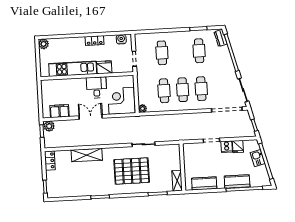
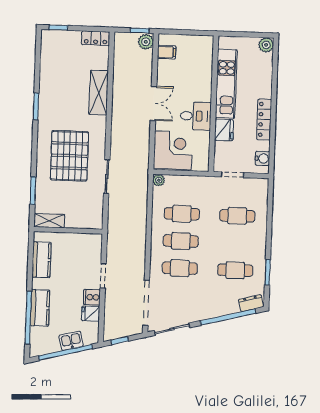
locker: (95, 41) -> (264, 119), width x1.53
filing cabinet: (59, 111) -> (167, 52), width x0.50

